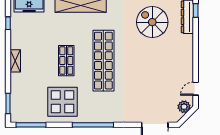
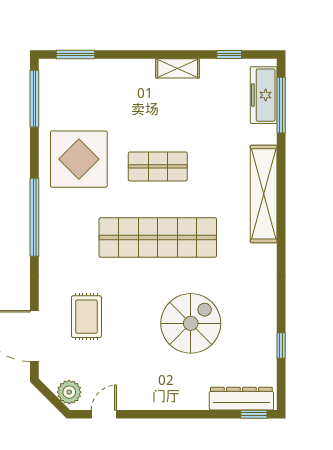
spiral stairs: (152, 22) -> (191, 323), moved
shelving: (15, 61) -> (178, 68), moved
door: (196, 89) -> (104, 414), hinge flipped
rug: (145, 98) -> (86, 317), added

